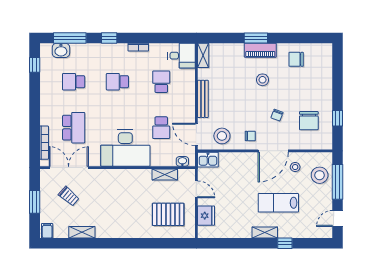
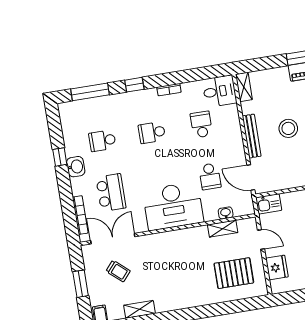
washbasin: (61, 50) -> (76, 167), moved, turned -90
window: (35, 65) -> (60, 157), moved
stool: (222, 136) -> (288, 128), moved
washbasin: (182, 161) -> (226, 213), moved

